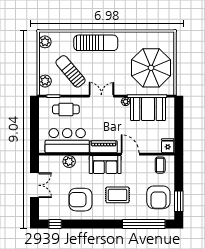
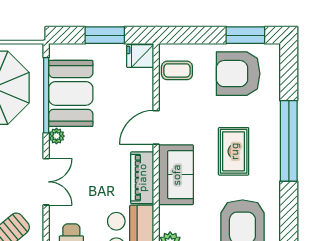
double door: (101, 96) -> (46, 182), swing flipped
window: (179, 127) -> (105, 35), added
armchair: (158, 197) -> (238, 74), turned 180
window: (144, 224) -> (289, 141), moved

